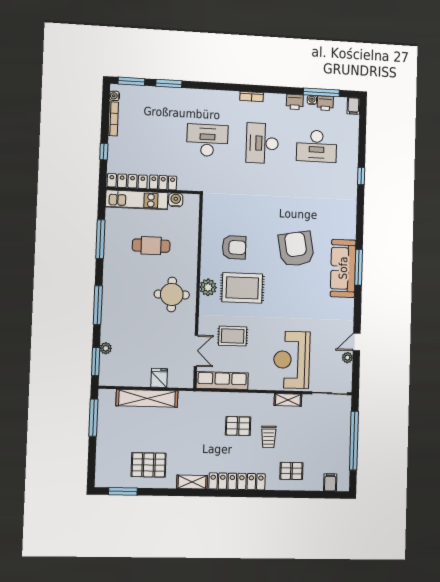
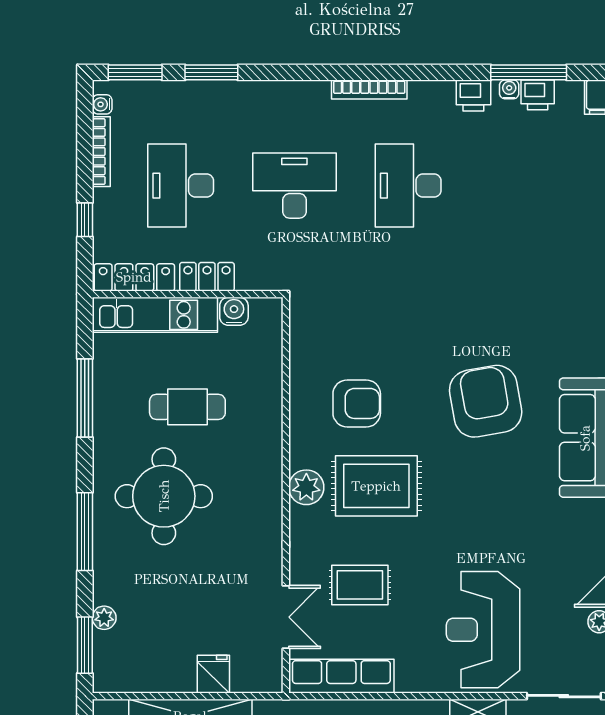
bookcase: (252, 97) -> (369, 90), width x1.56
desk: (317, 146) -> (181, 186), moved, turned 90
round table: (172, 294) -> (164, 496), moved, width x1.36, depth x1.36

